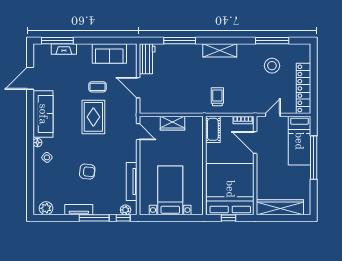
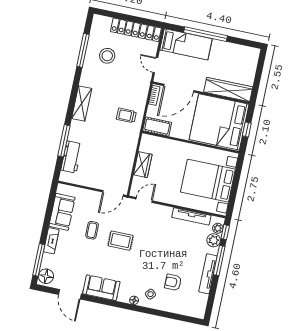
fireplace: (64, 49) -> (51, 241), moved
floor lamp: (43, 51) -> (46, 276), added
workbench: (147, 59) -> (72, 157), moved, turned 90
door: (138, 88) -> (113, 193), moved
sofa: (43, 114) -> (101, 288), width x0.73
rug: (93, 117) -> (121, 241), width x0.73, depth x0.70
door: (255, 143) -> (179, 88), width x1.36
armchair: (87, 172) -> (173, 282), moved, turned -96
bed with nightstands: (170, 190) -> (208, 181), width x1.36
wardrobe: (280, 207) -> (228, 89), moved, turned 90
plant: (46, 208) -> (214, 240), moved
tv unit: (79, 210) -> (208, 274), width x1.41

